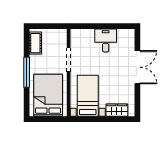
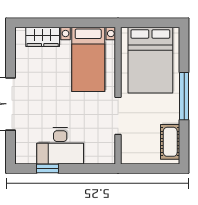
window: (114, 26) -> (48, 169), added
desk: (106, 40) -> (60, 146), width x1.37

